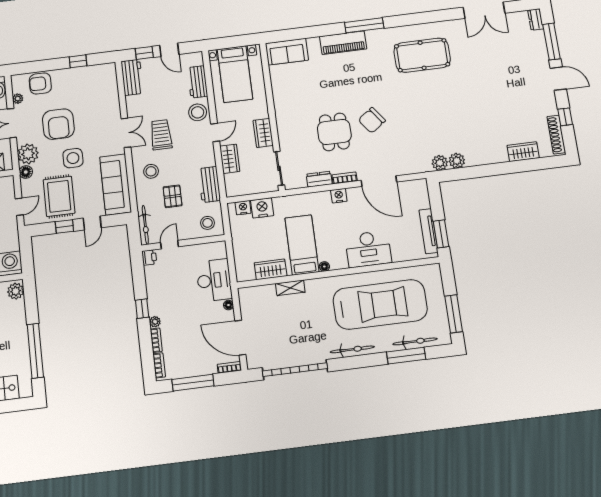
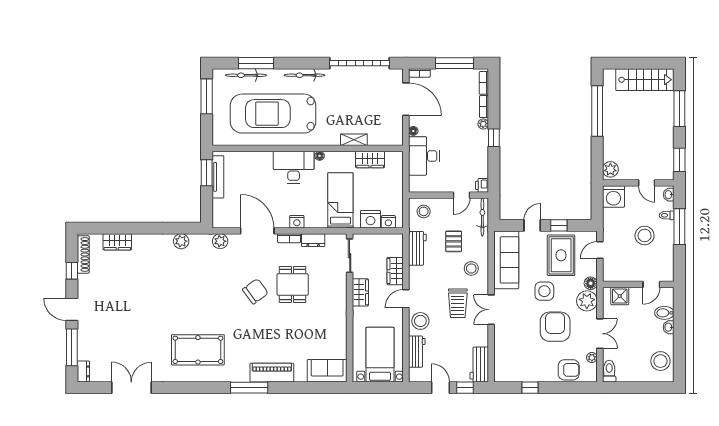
plant: (440, 163) -> (220, 241), moved
bed: (302, 245) -> (340, 200), moved, turned 180
desk: (368, 249) -> (294, 167), moved

